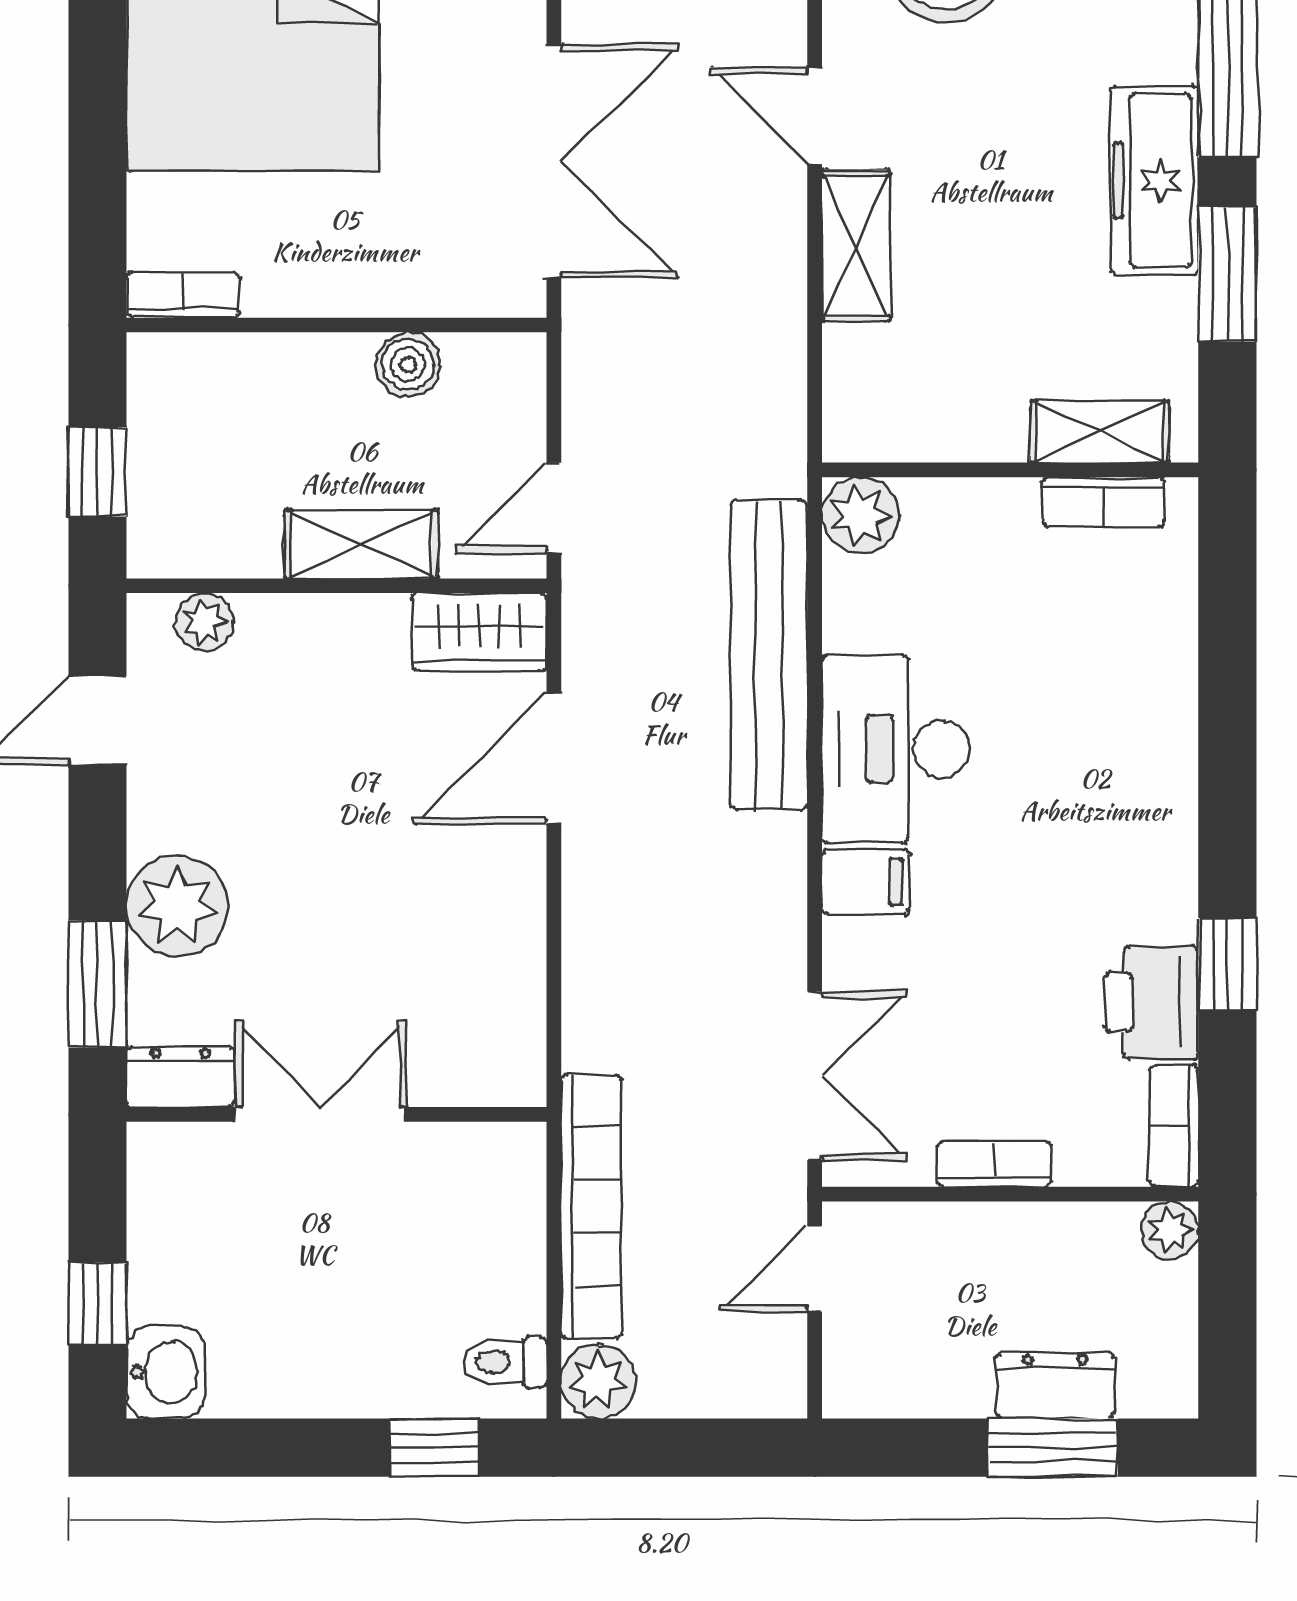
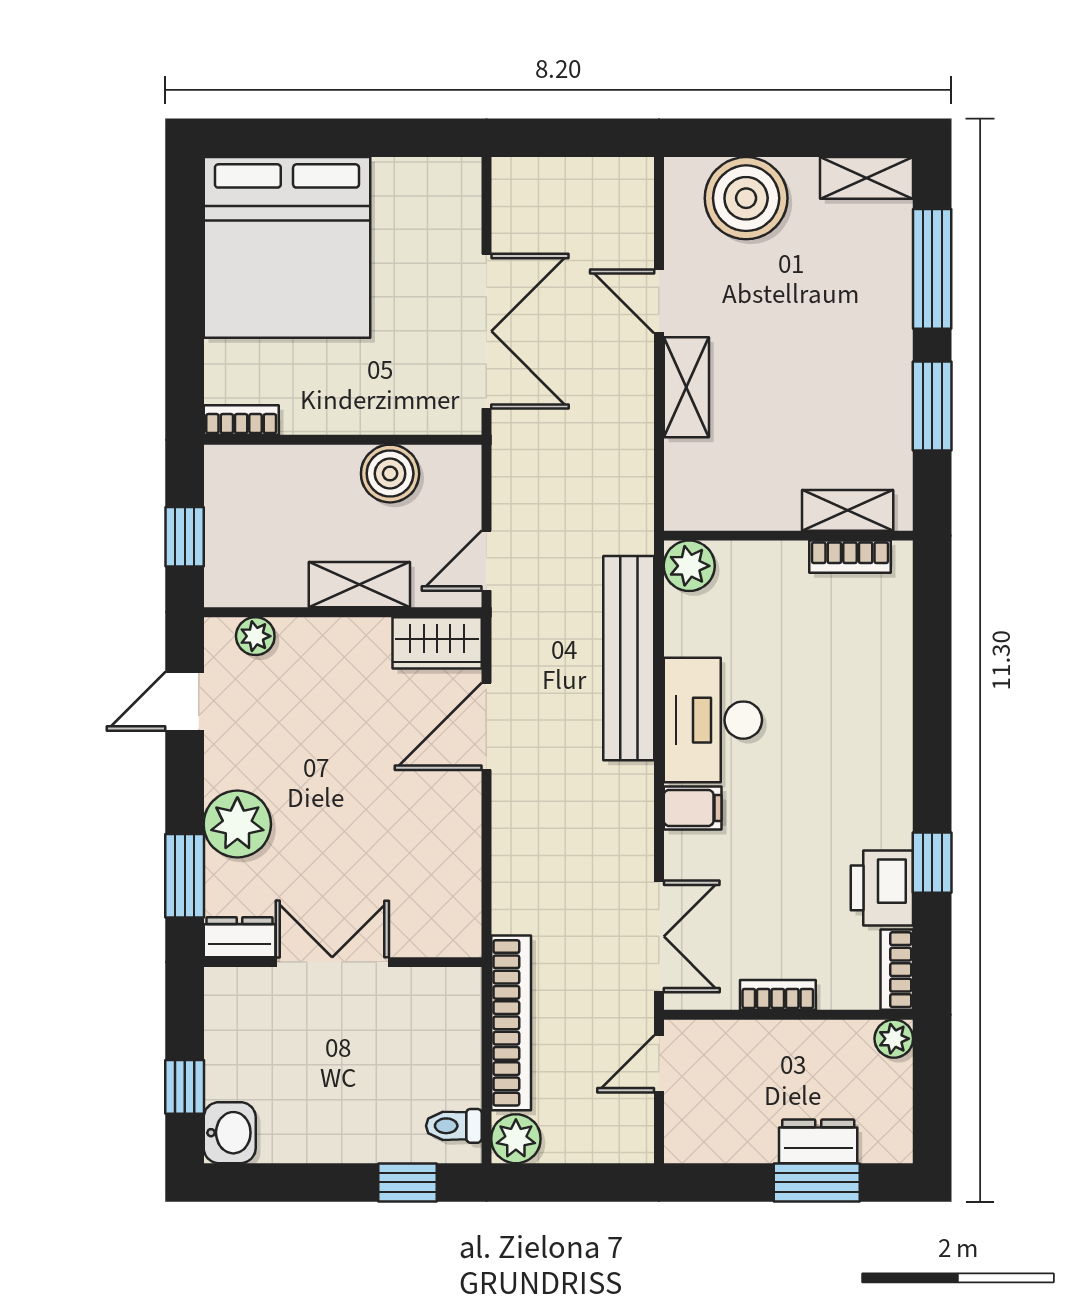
freezer: (1154, 180) -> (884, 344), removed
boiler: (408, 364) -> (390, 474), width x1.36, depth x1.36

